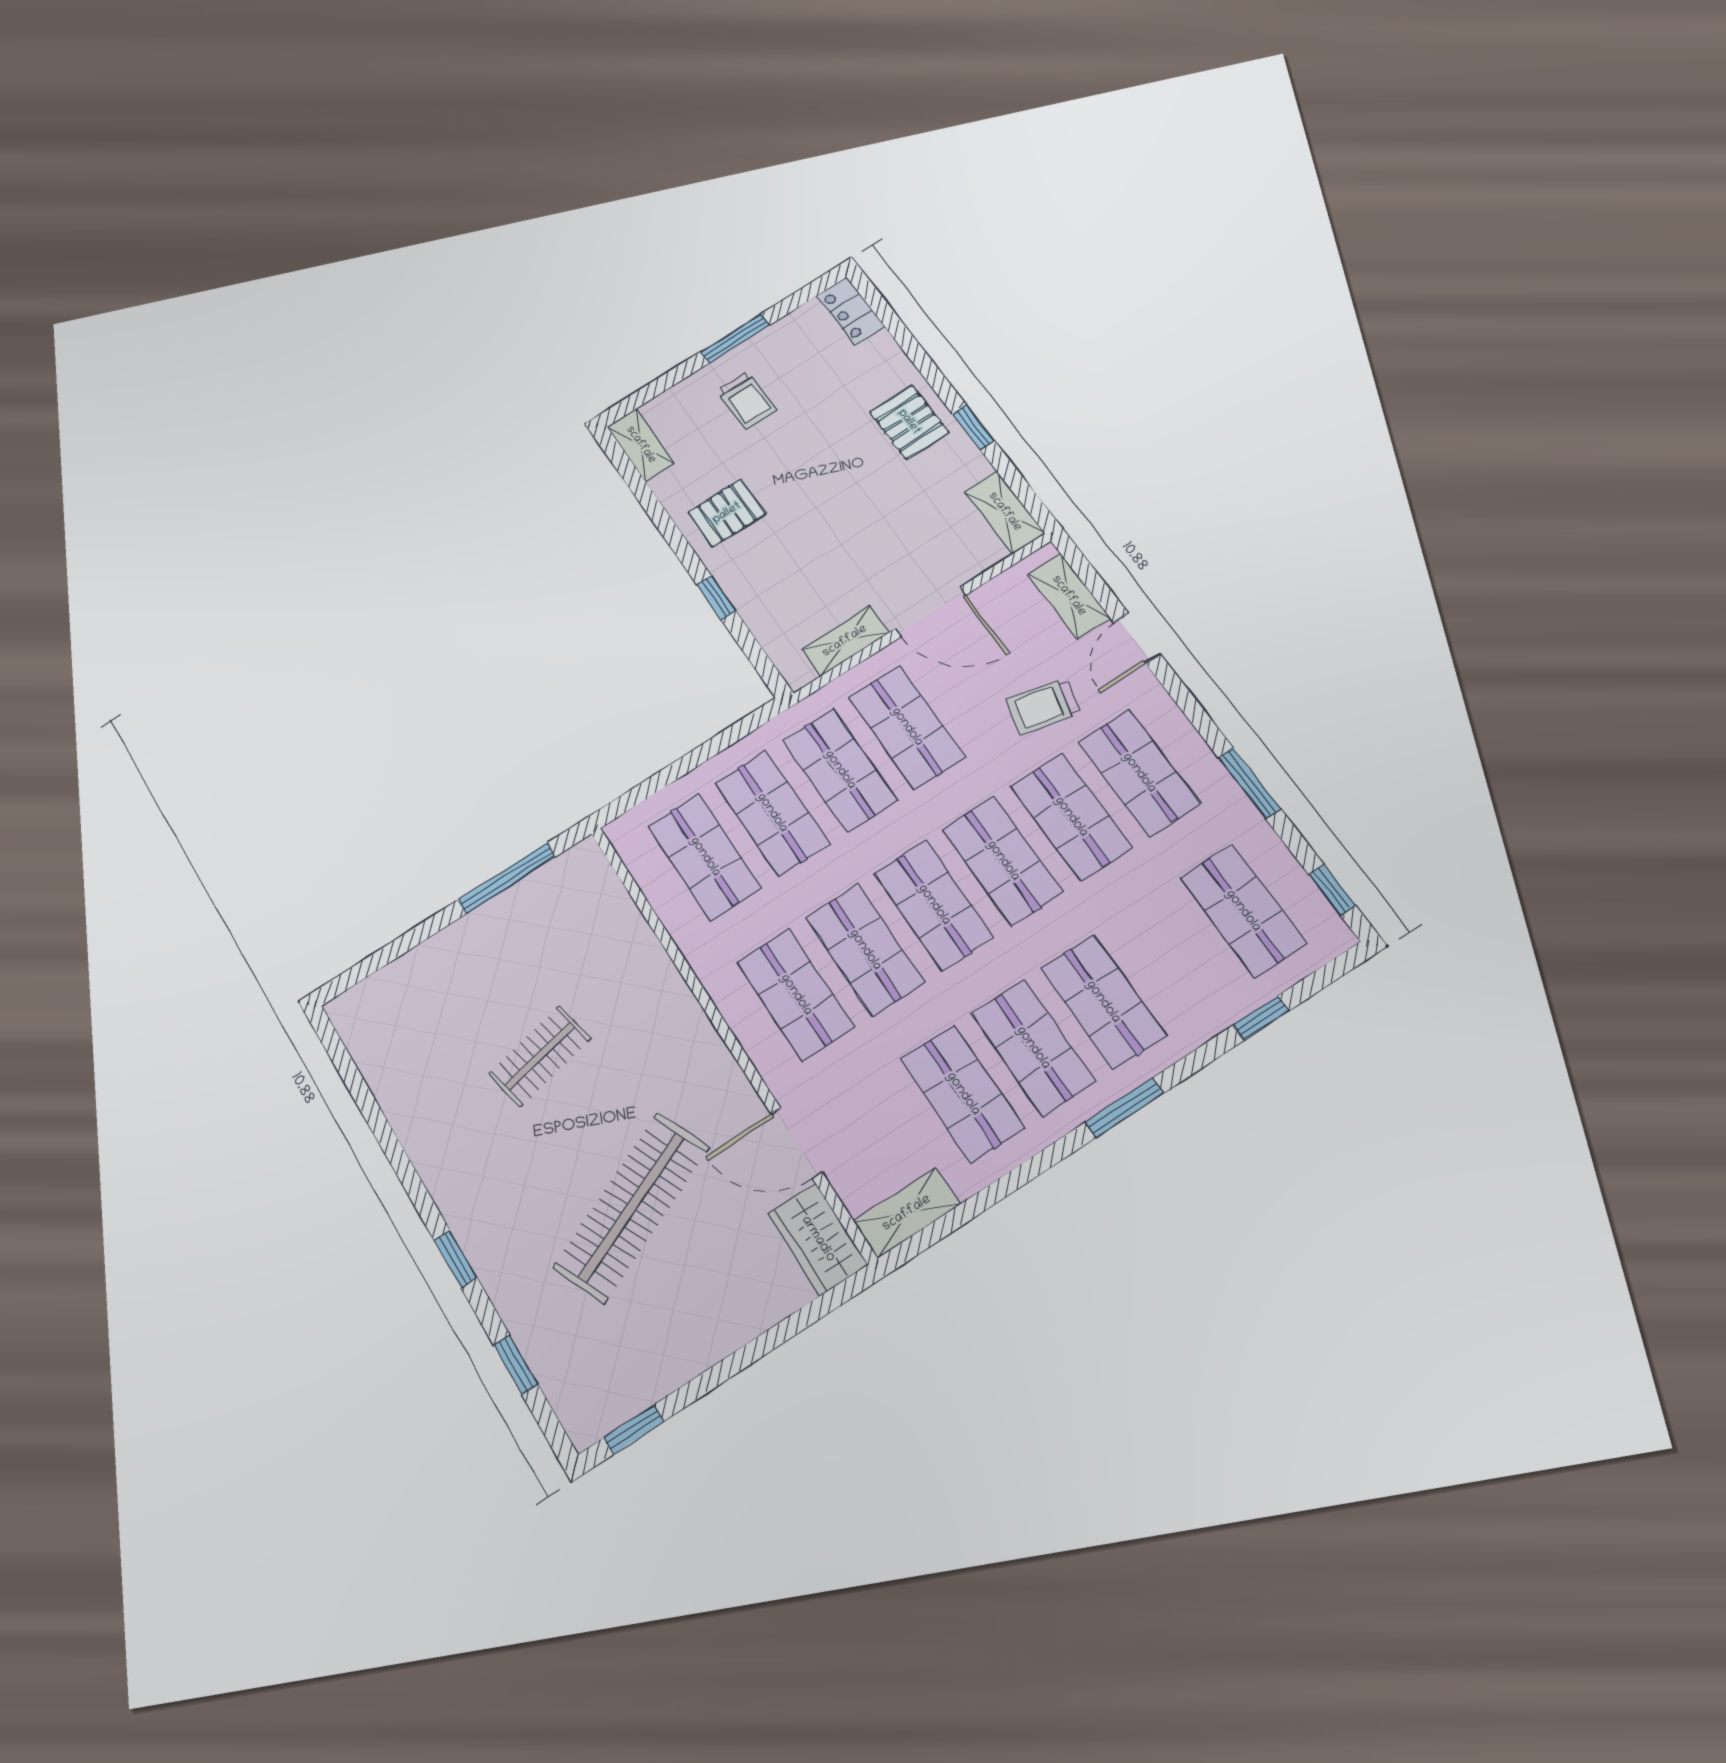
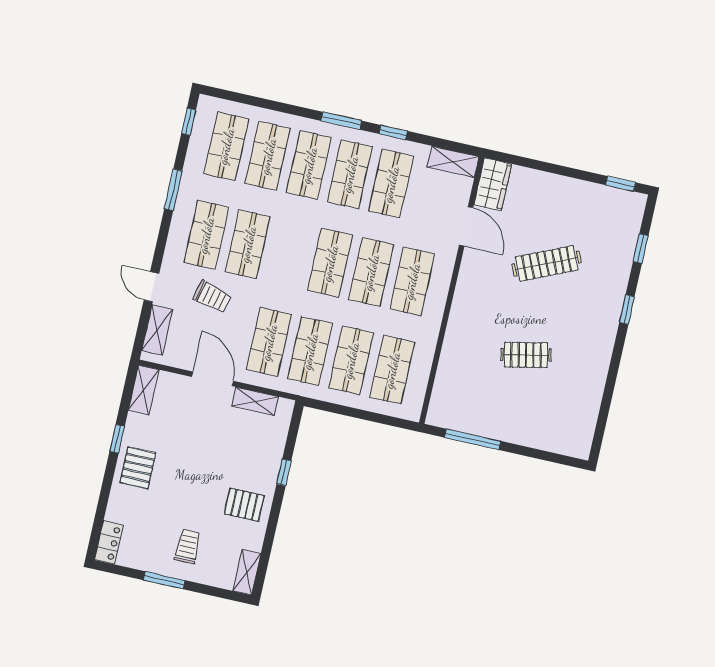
door: (1137, 638) -> (151, 287), swing flipped
shop shelf: (1003, 861) -> (268, 156), moved
window: (1261, 1018) -> (393, 132), moved
clothes rail: (631, 1207) -> (547, 263), width x0.73, depth x0.76

